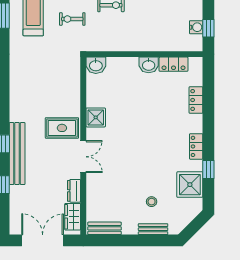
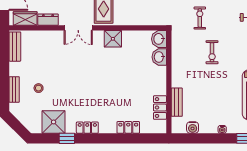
window: (208, 28) -> (192, 138), removed
bench: (167, 45) -> (177, 102), added
washbasin: (149, 65) -> (159, 57), moved

